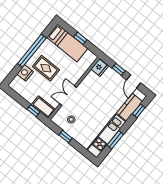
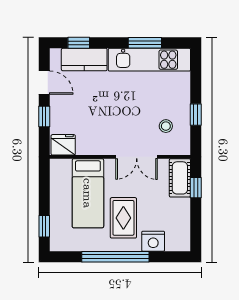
window: (80, 38) -> (44, 226), moved
bed: (67, 43) -> (88, 193), moved, turned 180
door: (134, 81) -> (44, 83), hinge flipped

